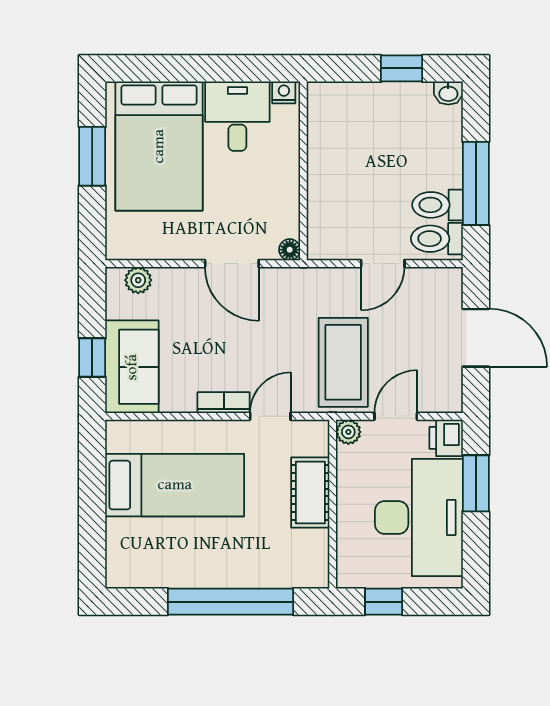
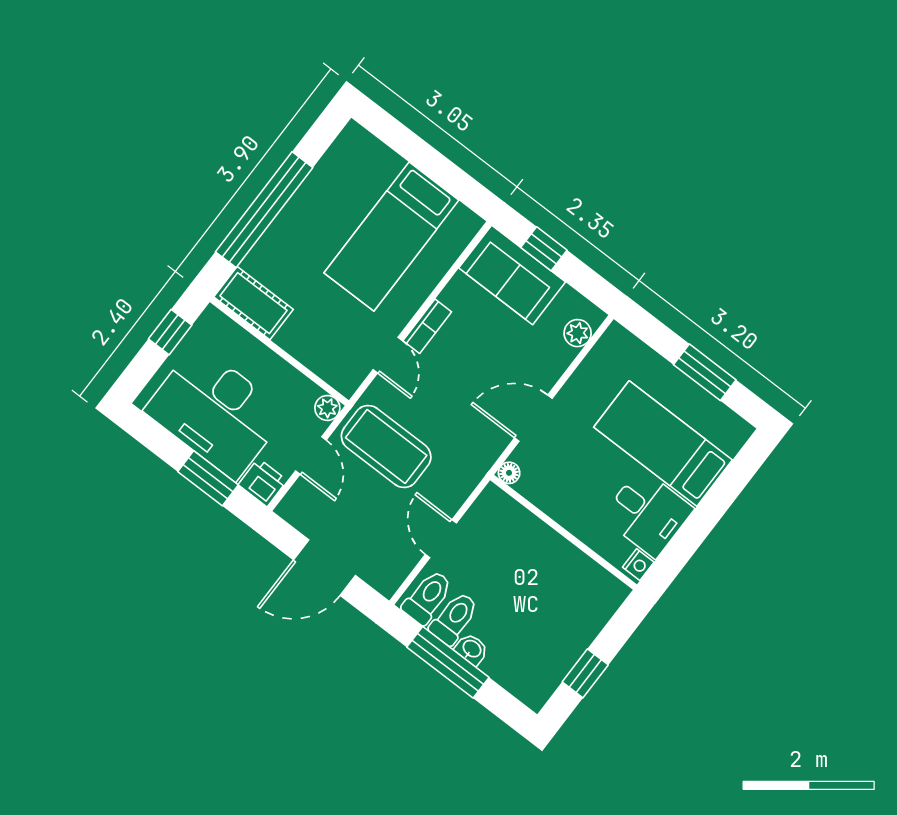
washbasin: (448, 93) -> (472, 649), moved, turned 90
bed: (159, 146) -> (663, 444), width x0.67
cot: (310, 493) -> (254, 303), moved

